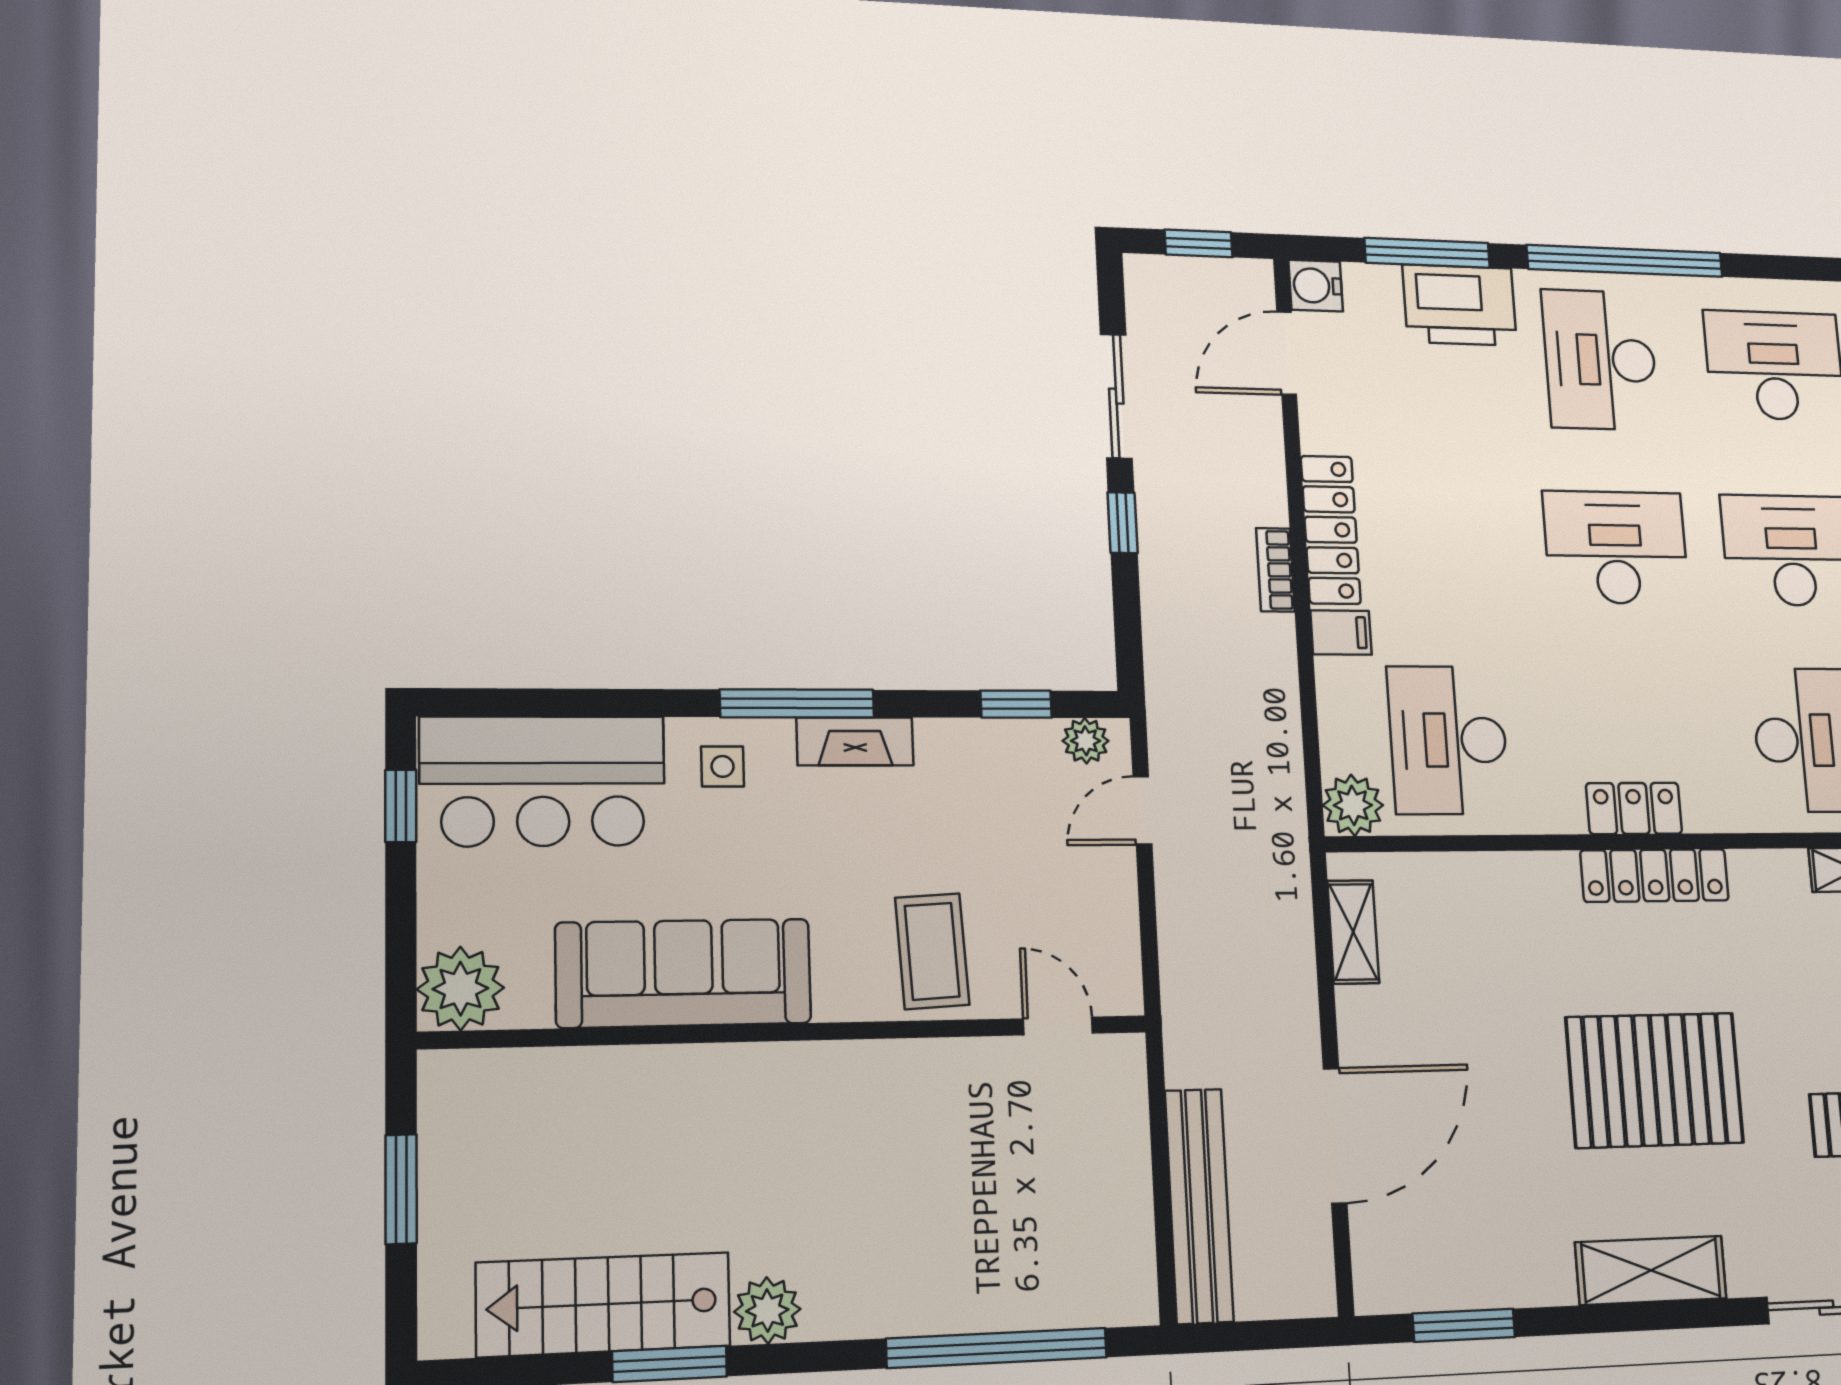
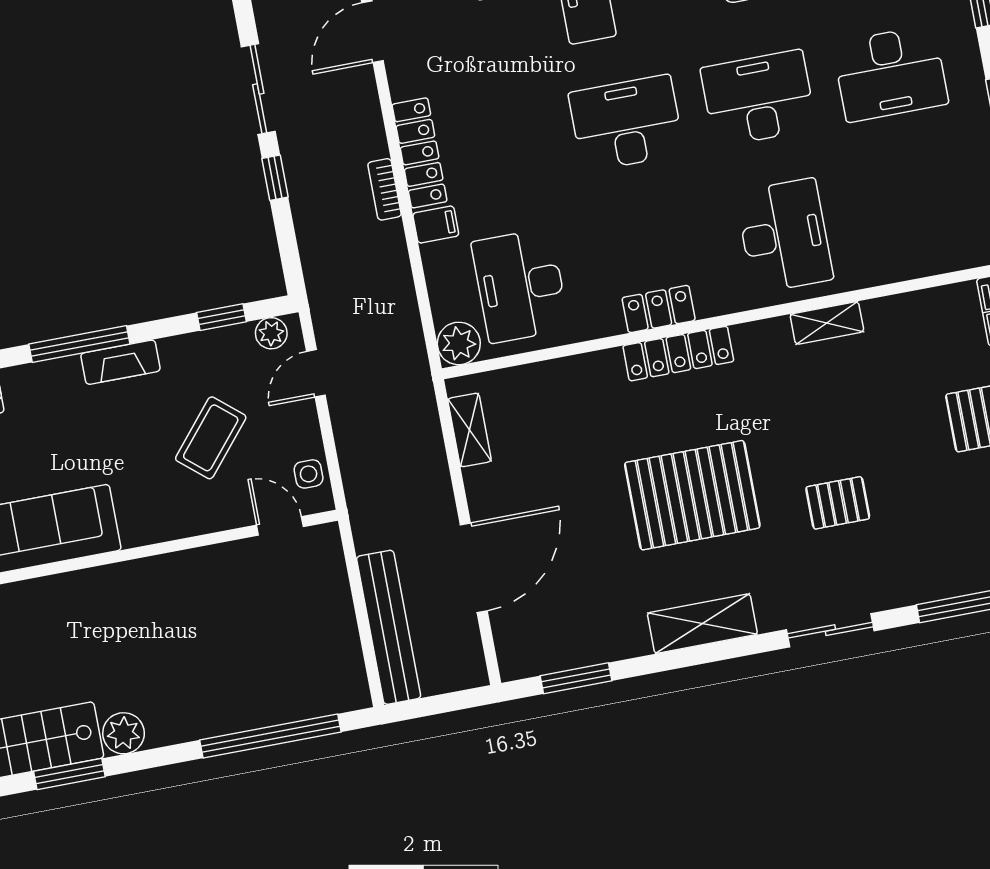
side table: (723, 766) -> (309, 474), moved
coffee table: (932, 951) -> (211, 438), moved, turned 43

